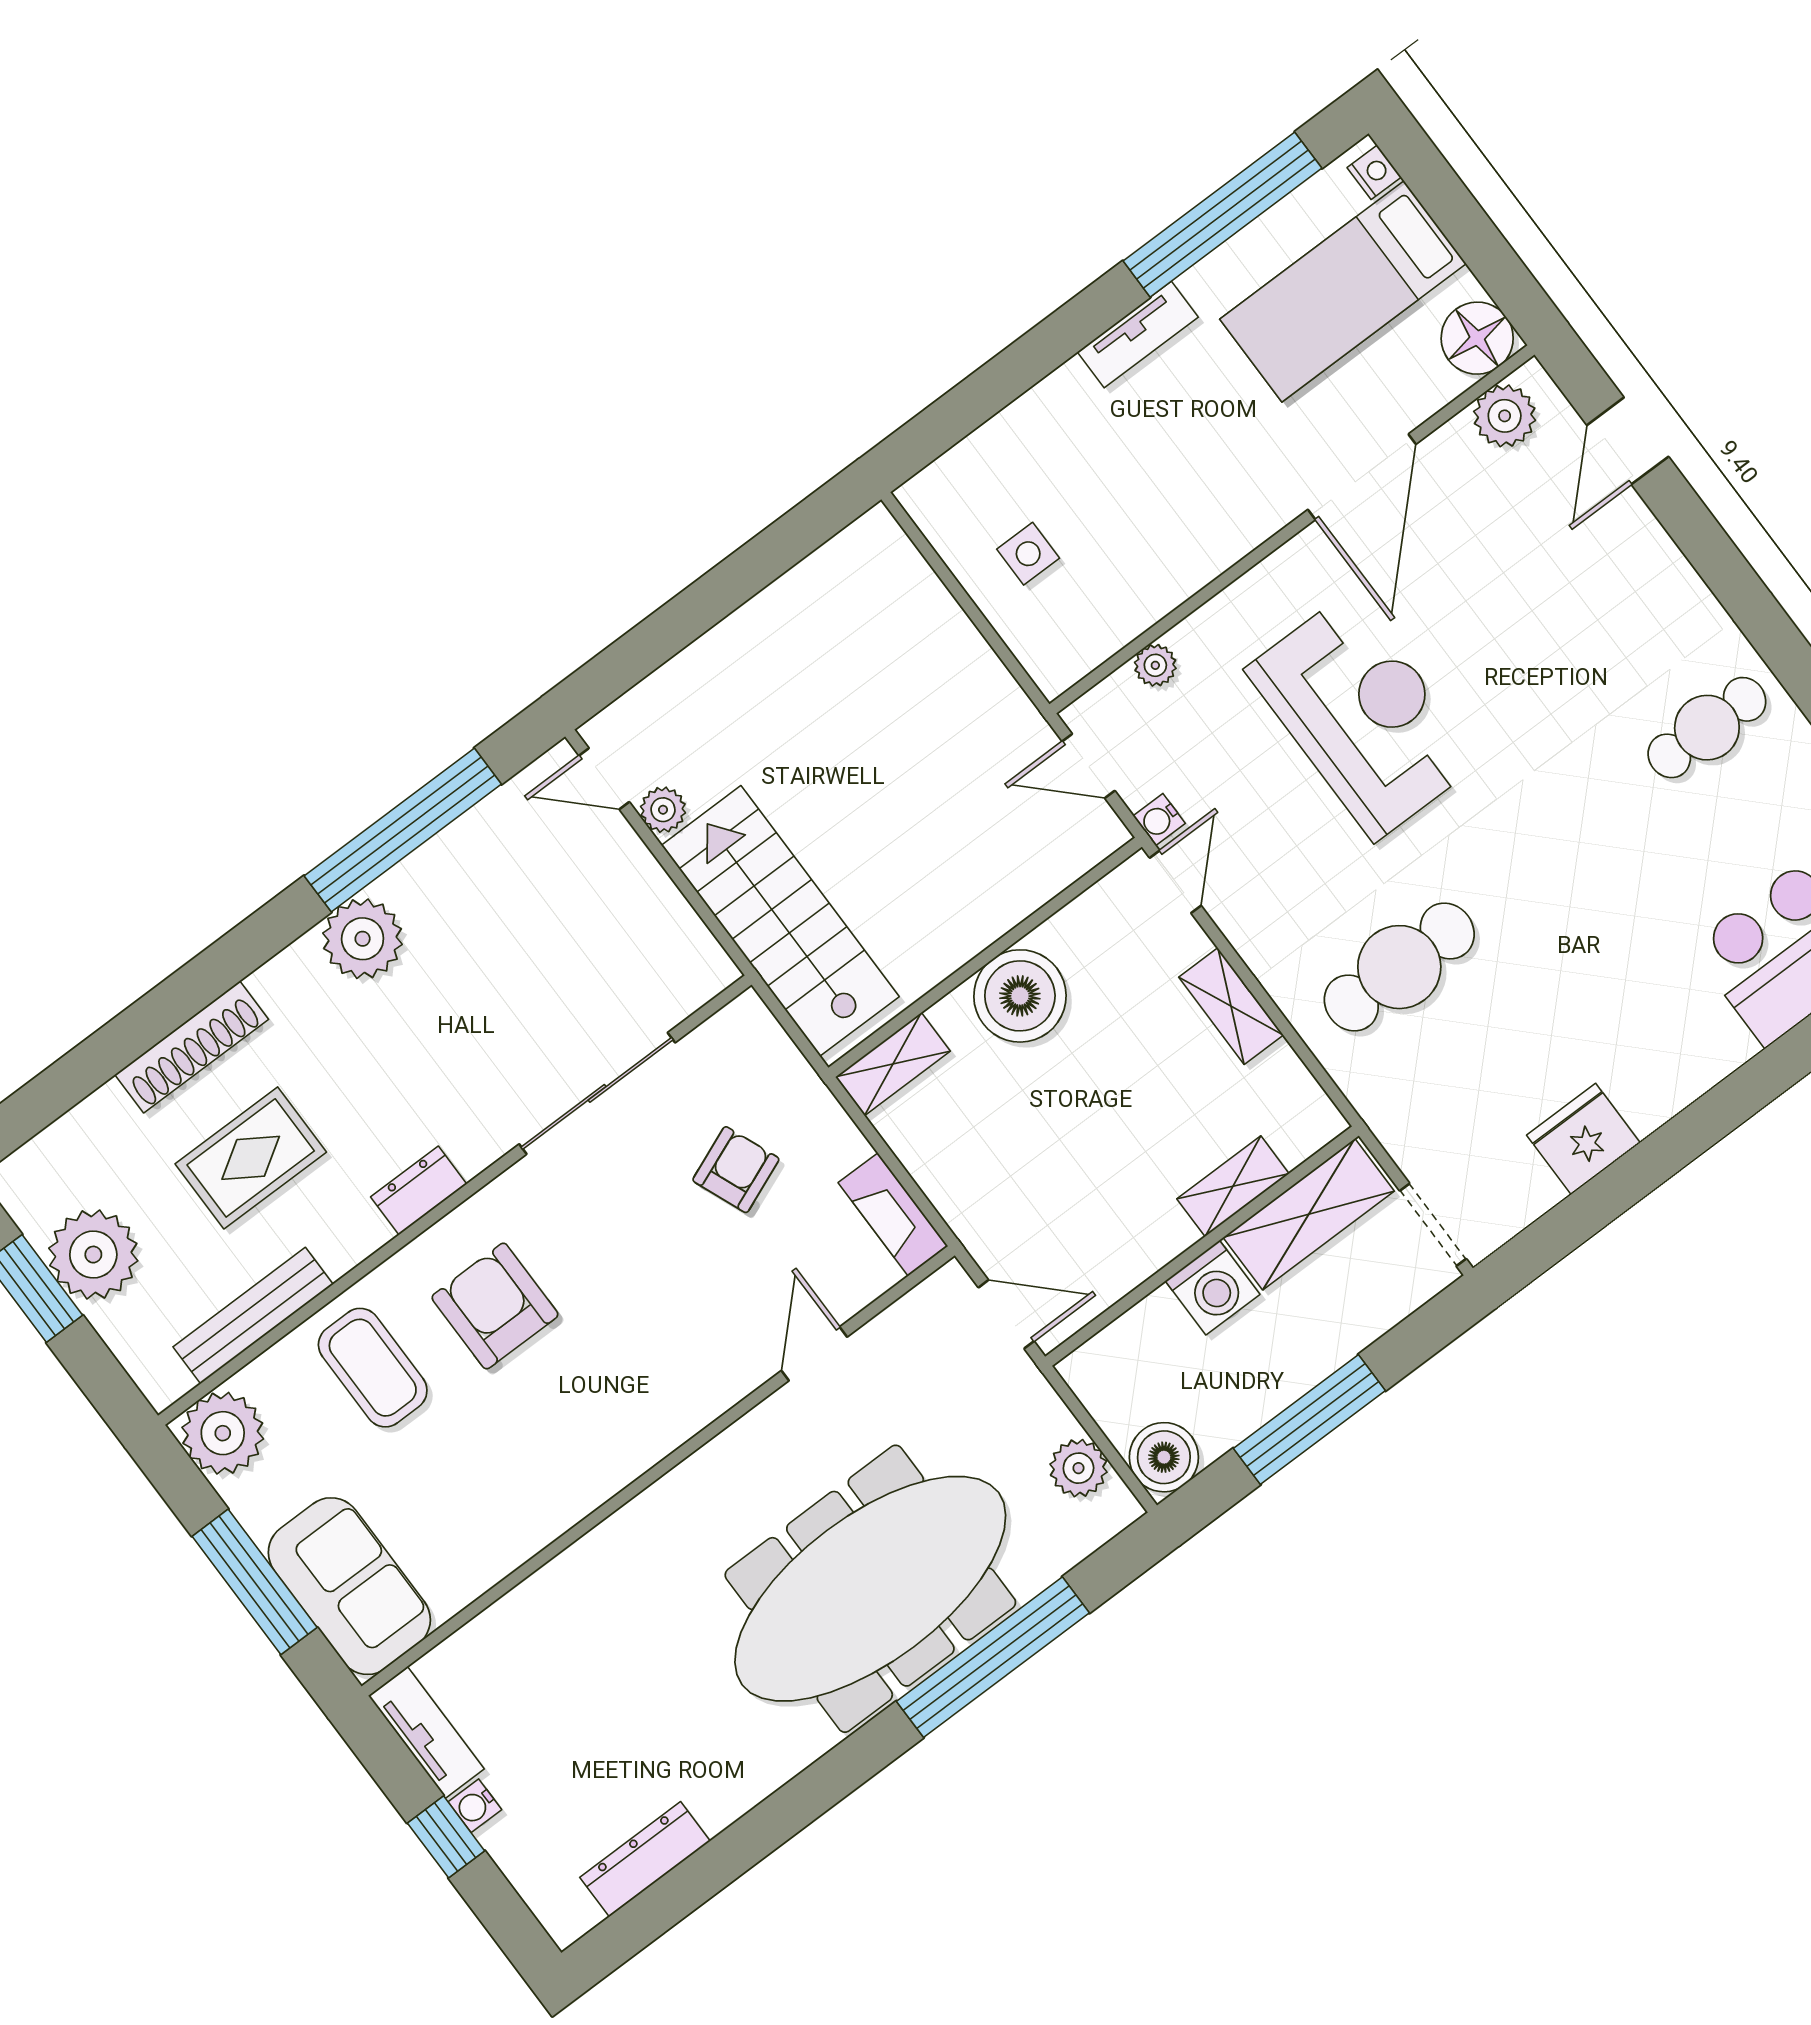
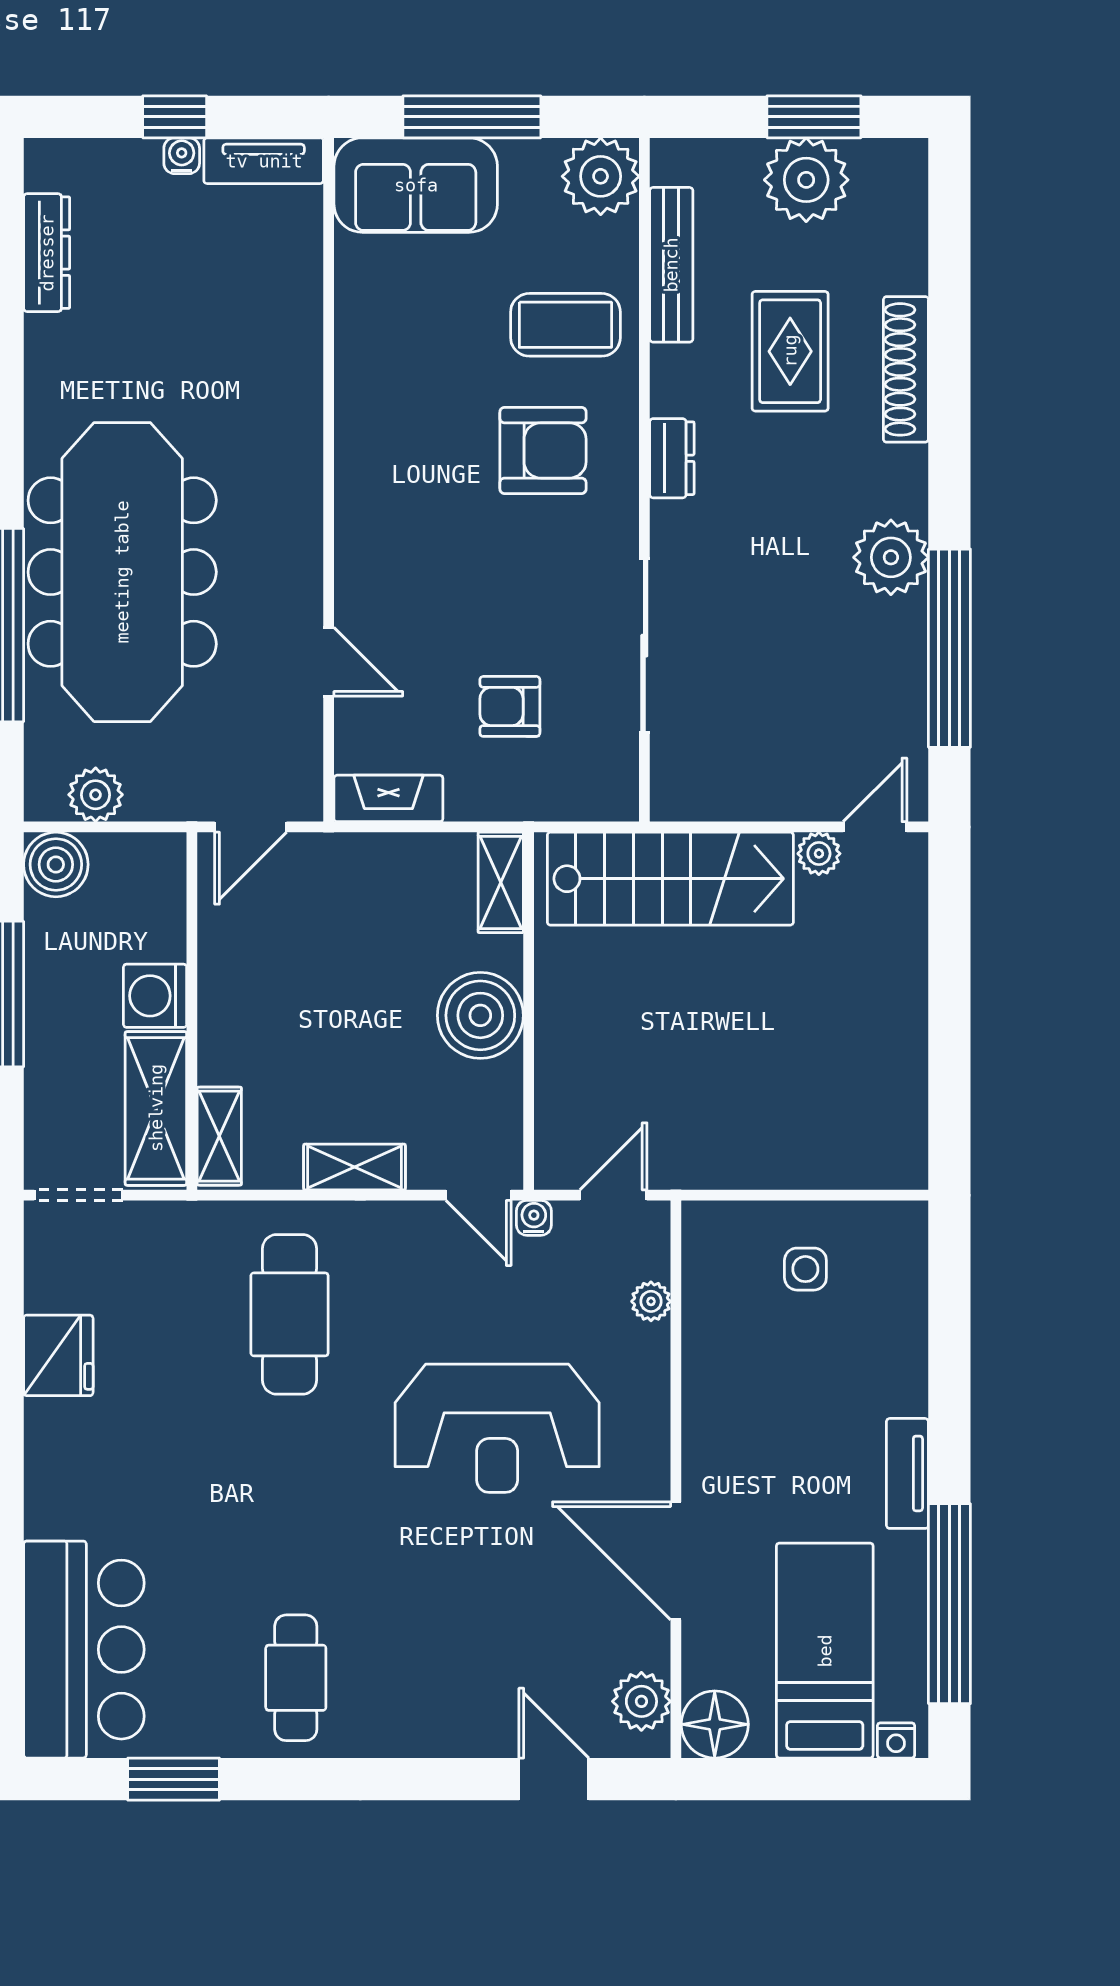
armchair: (736, 1170) -> (510, 706), turned 112
shelving: (1233, 1186) -> (219, 1136), moved

